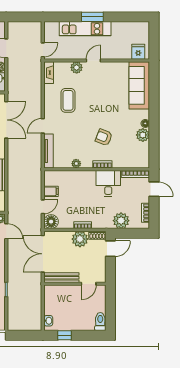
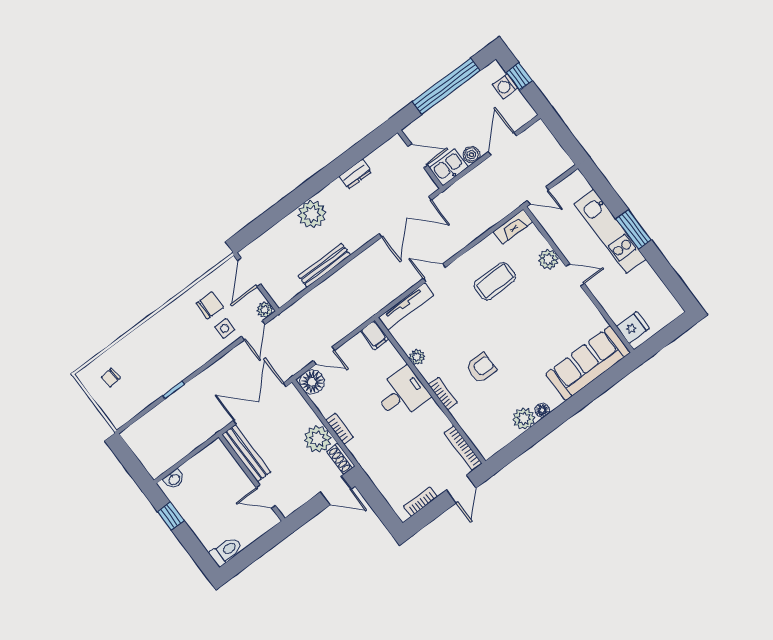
armchair: (104, 137) -> (481, 368), turned 68
desk: (108, 183) -> (402, 394), moved
filing cabinet: (51, 191) -> (375, 335), moved
plant: (121, 221) -> (385, 476), removed

